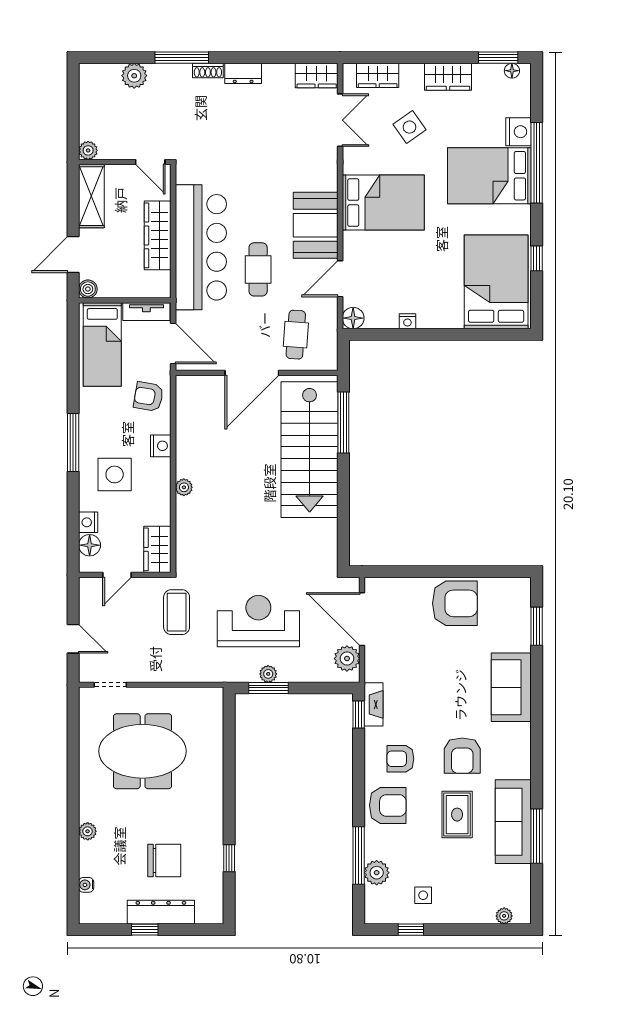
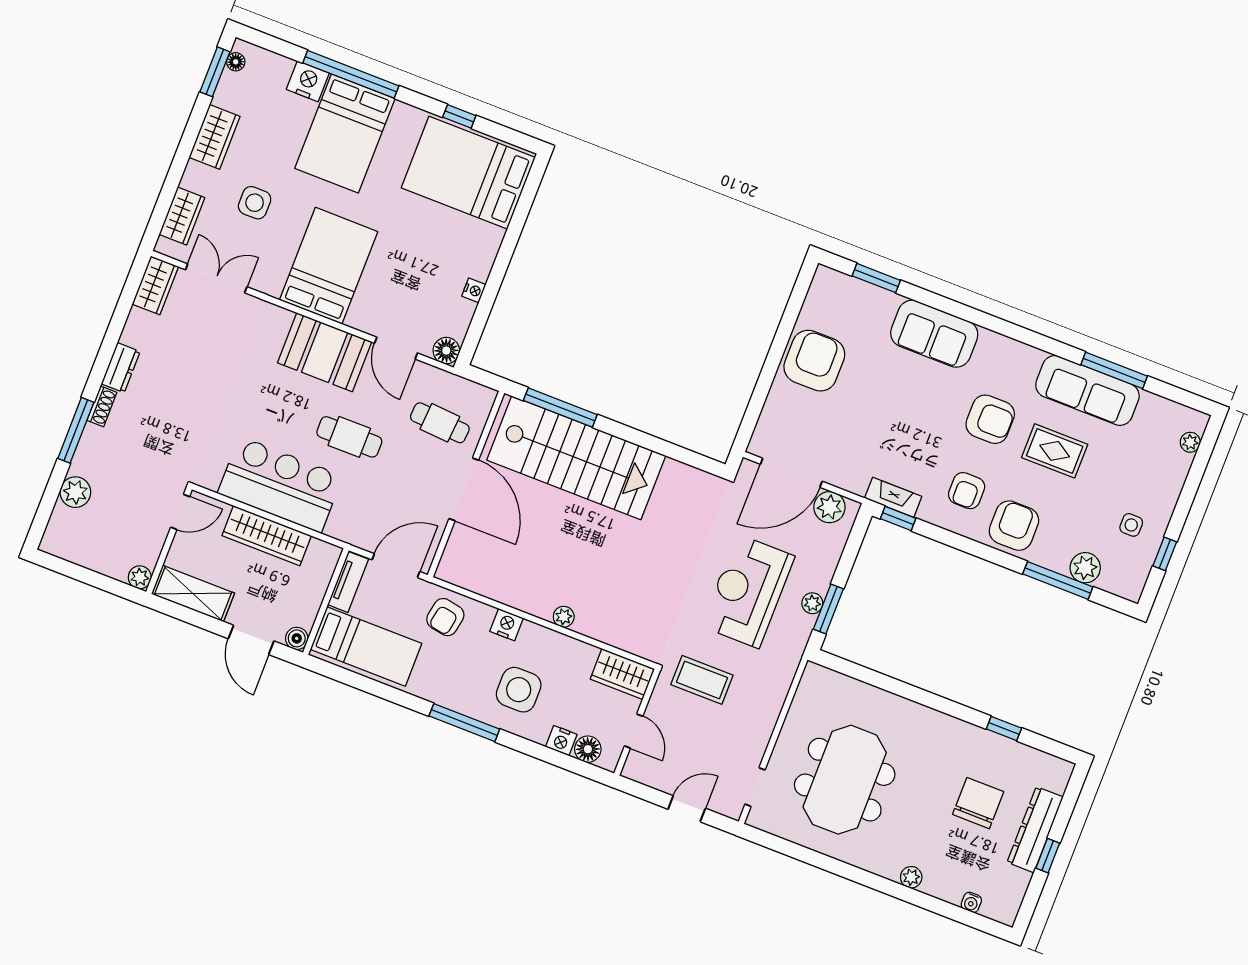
side table: (410, 127) -> (255, 203), turned 35
bar counter: (201, 247) -> (280, 485), width x0.73

